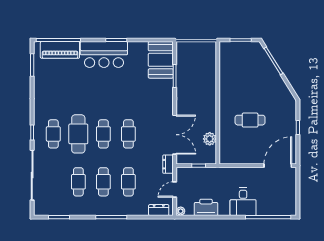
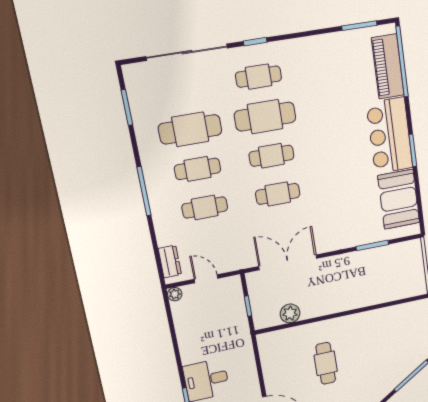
booth: (161, 60) -> (399, 199), moved, turned 90
double door: (175, 135) -> (288, 262), swing flipped
dresser: (168, 164) -> (242, 261), removed
cafe table: (78, 182) -> (190, 129), width x1.37, depth x1.35
printer: (206, 207) -> (188, 330), removed

